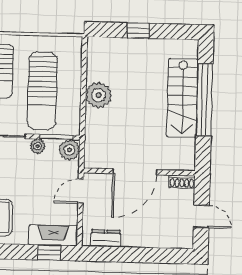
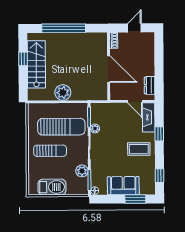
window: (138, 31) -> (23, 59), moved
stairs: (182, 98) -> (36, 64), moved, turned -90
plant: (69, 150) -> (97, 109), removed
door: (81, 191) -> (135, 101), moved
window: (49, 253) -> (159, 134), moved

